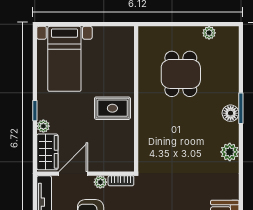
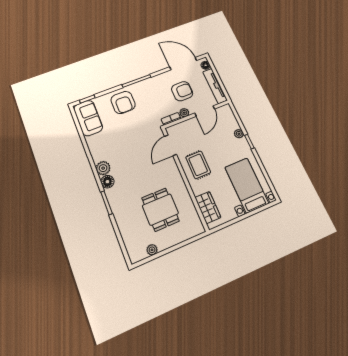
rug: (112, 108) -> (198, 165), turned 90
floor lamp: (231, 113) -> (107, 182), moved
door: (136, 147) -> (170, 145), added
wardrobe: (47, 152) -> (208, 207), moved, turned 180

